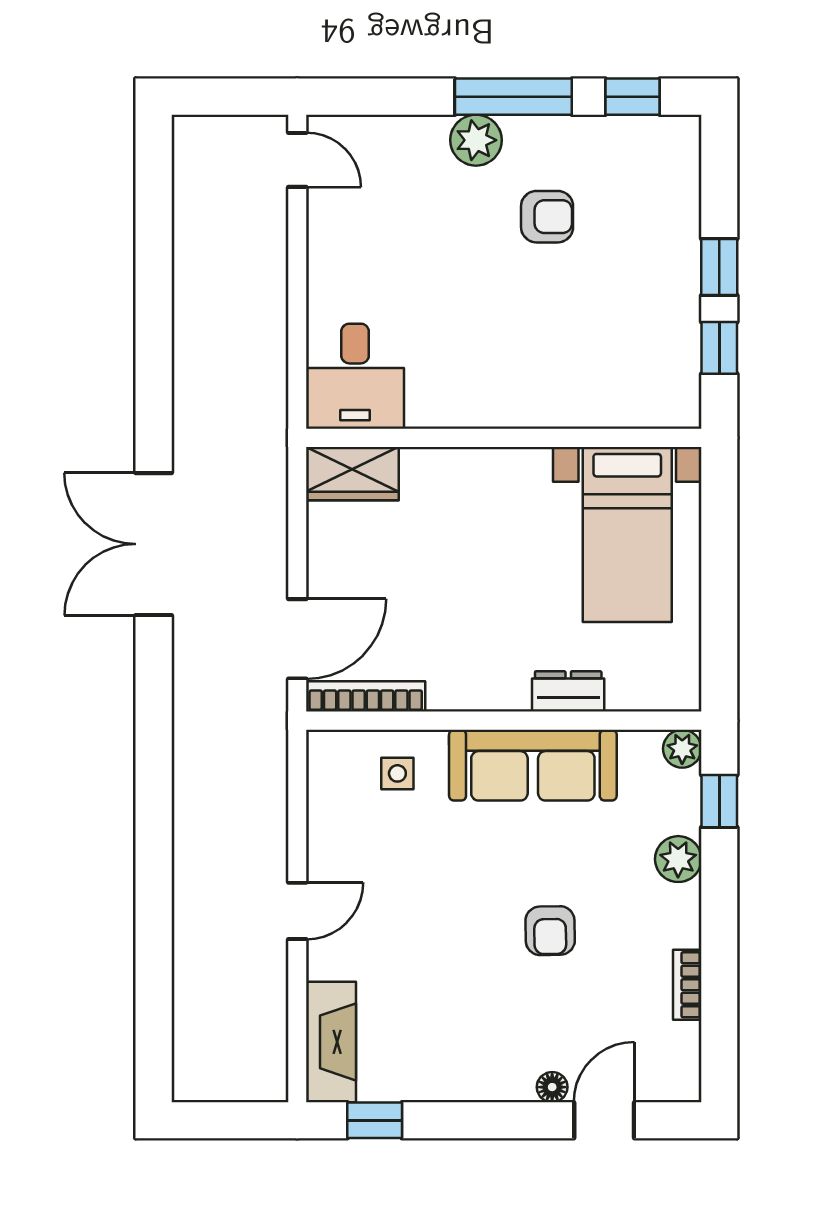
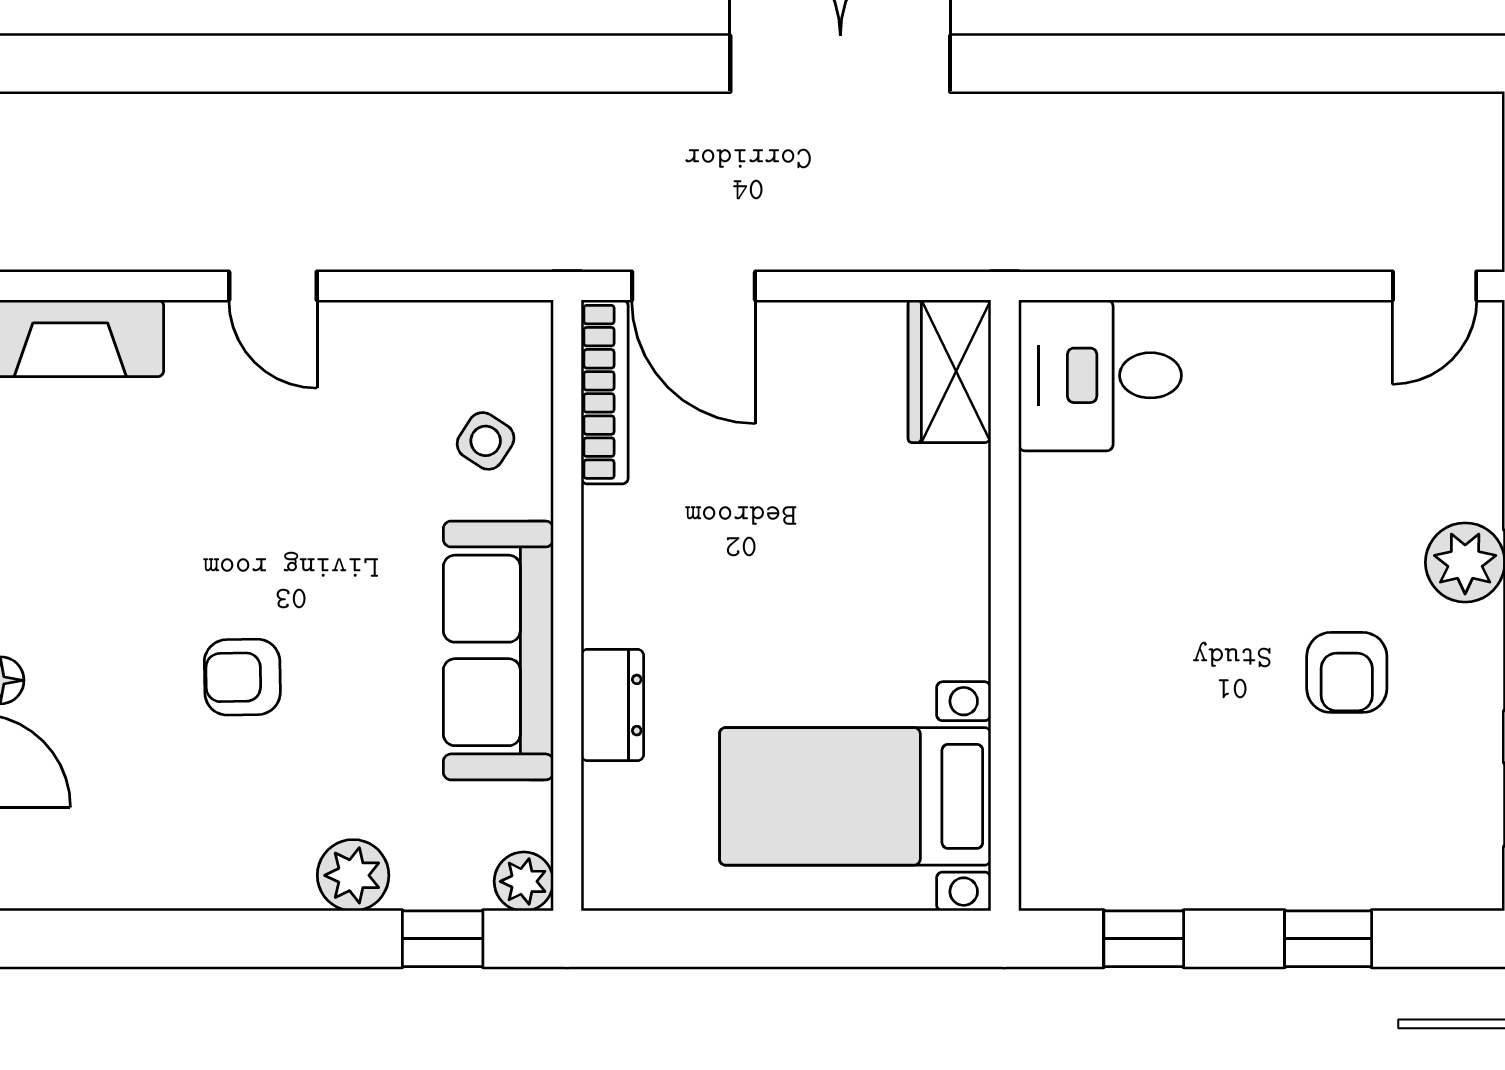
window: (719, 267) -> (1328, 939), moved
side table: (397, 773) -> (486, 441), turned 33
bookcase: (687, 985) -> (159, 889), removed

